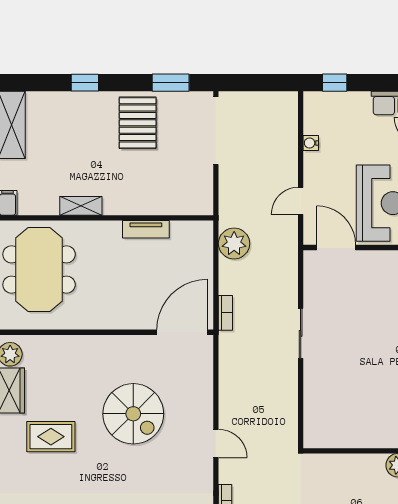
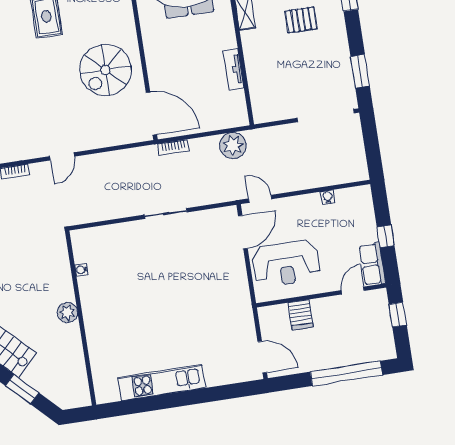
window: (335, 83) -> (386, 236), moved
pallet: (138, 123) -> (301, 20), moved, width x0.67, depth x0.71
door: (301, 201) -> (260, 199), moved
spiral stairs: (133, 414) -> (105, 70), moved
water cooler: (351, 441) -> (81, 270), added

